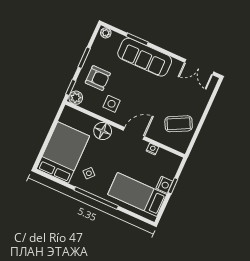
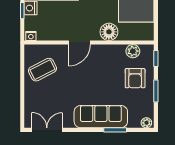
armchair: (98, 78) -> (135, 78), turned -90
plant: (76, 98) -> (133, 51), moved
side table: (112, 104) -> (112, 60), removed
nightstand: (152, 149) -> (31, 36), moved

